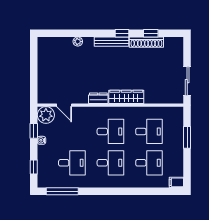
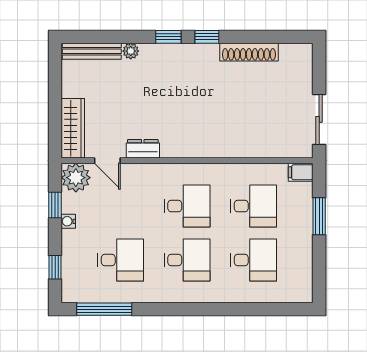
window: (151, 33) -> (168, 37), moved
bench: (111, 42) -> (92, 51), moved
wardrobe: (126, 97) -> (73, 128), moved, turned 90
dresser: (98, 98) -> (143, 149), moved
filing cabinet: (176, 182) -> (301, 172), moved

